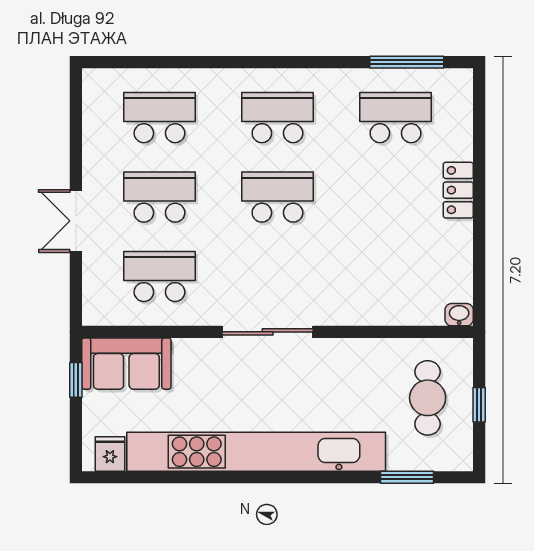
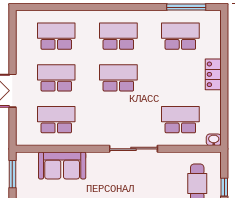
school desk: (396, 276) -> (180, 120), added
sliding door: (268, 332) -> (133, 149), moved
sofa: (126, 364) -> (62, 165), moved
window: (76, 380) -> (12, 174), width x1.50

